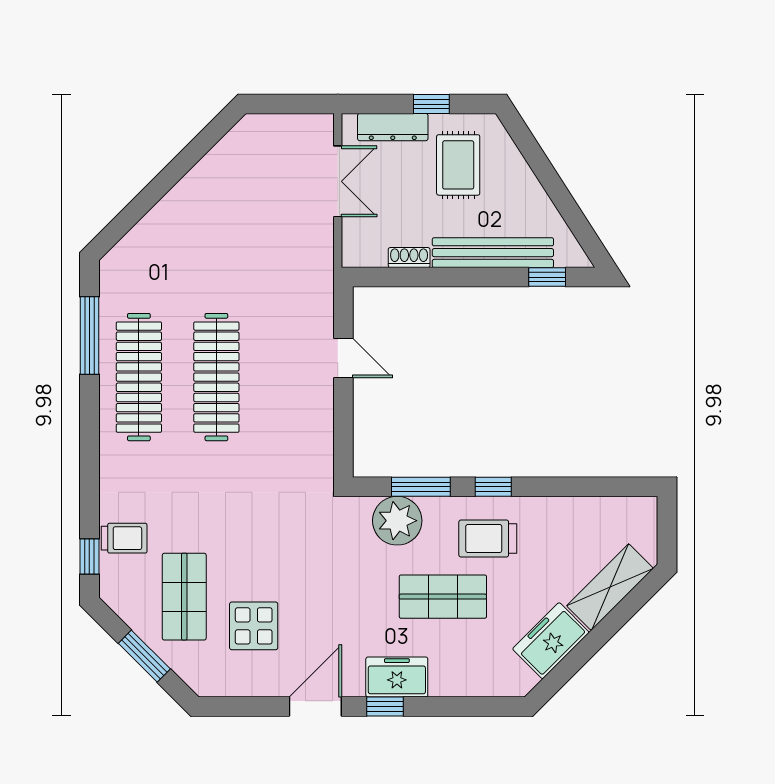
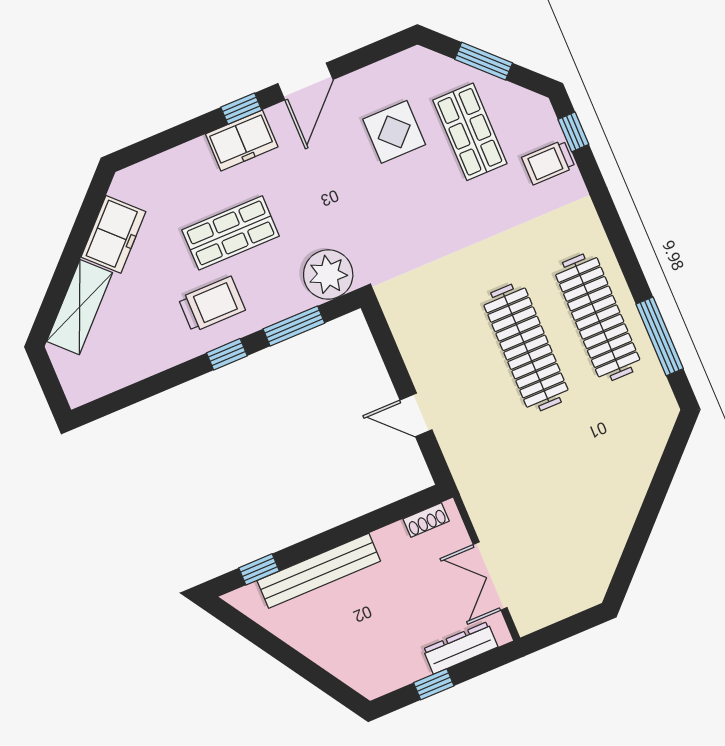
rug: (458, 165) -> (385, 638), removed
shoe rack: (409, 258) -> (426, 520), moved
plant: (397, 521) -> (328, 274), moved

